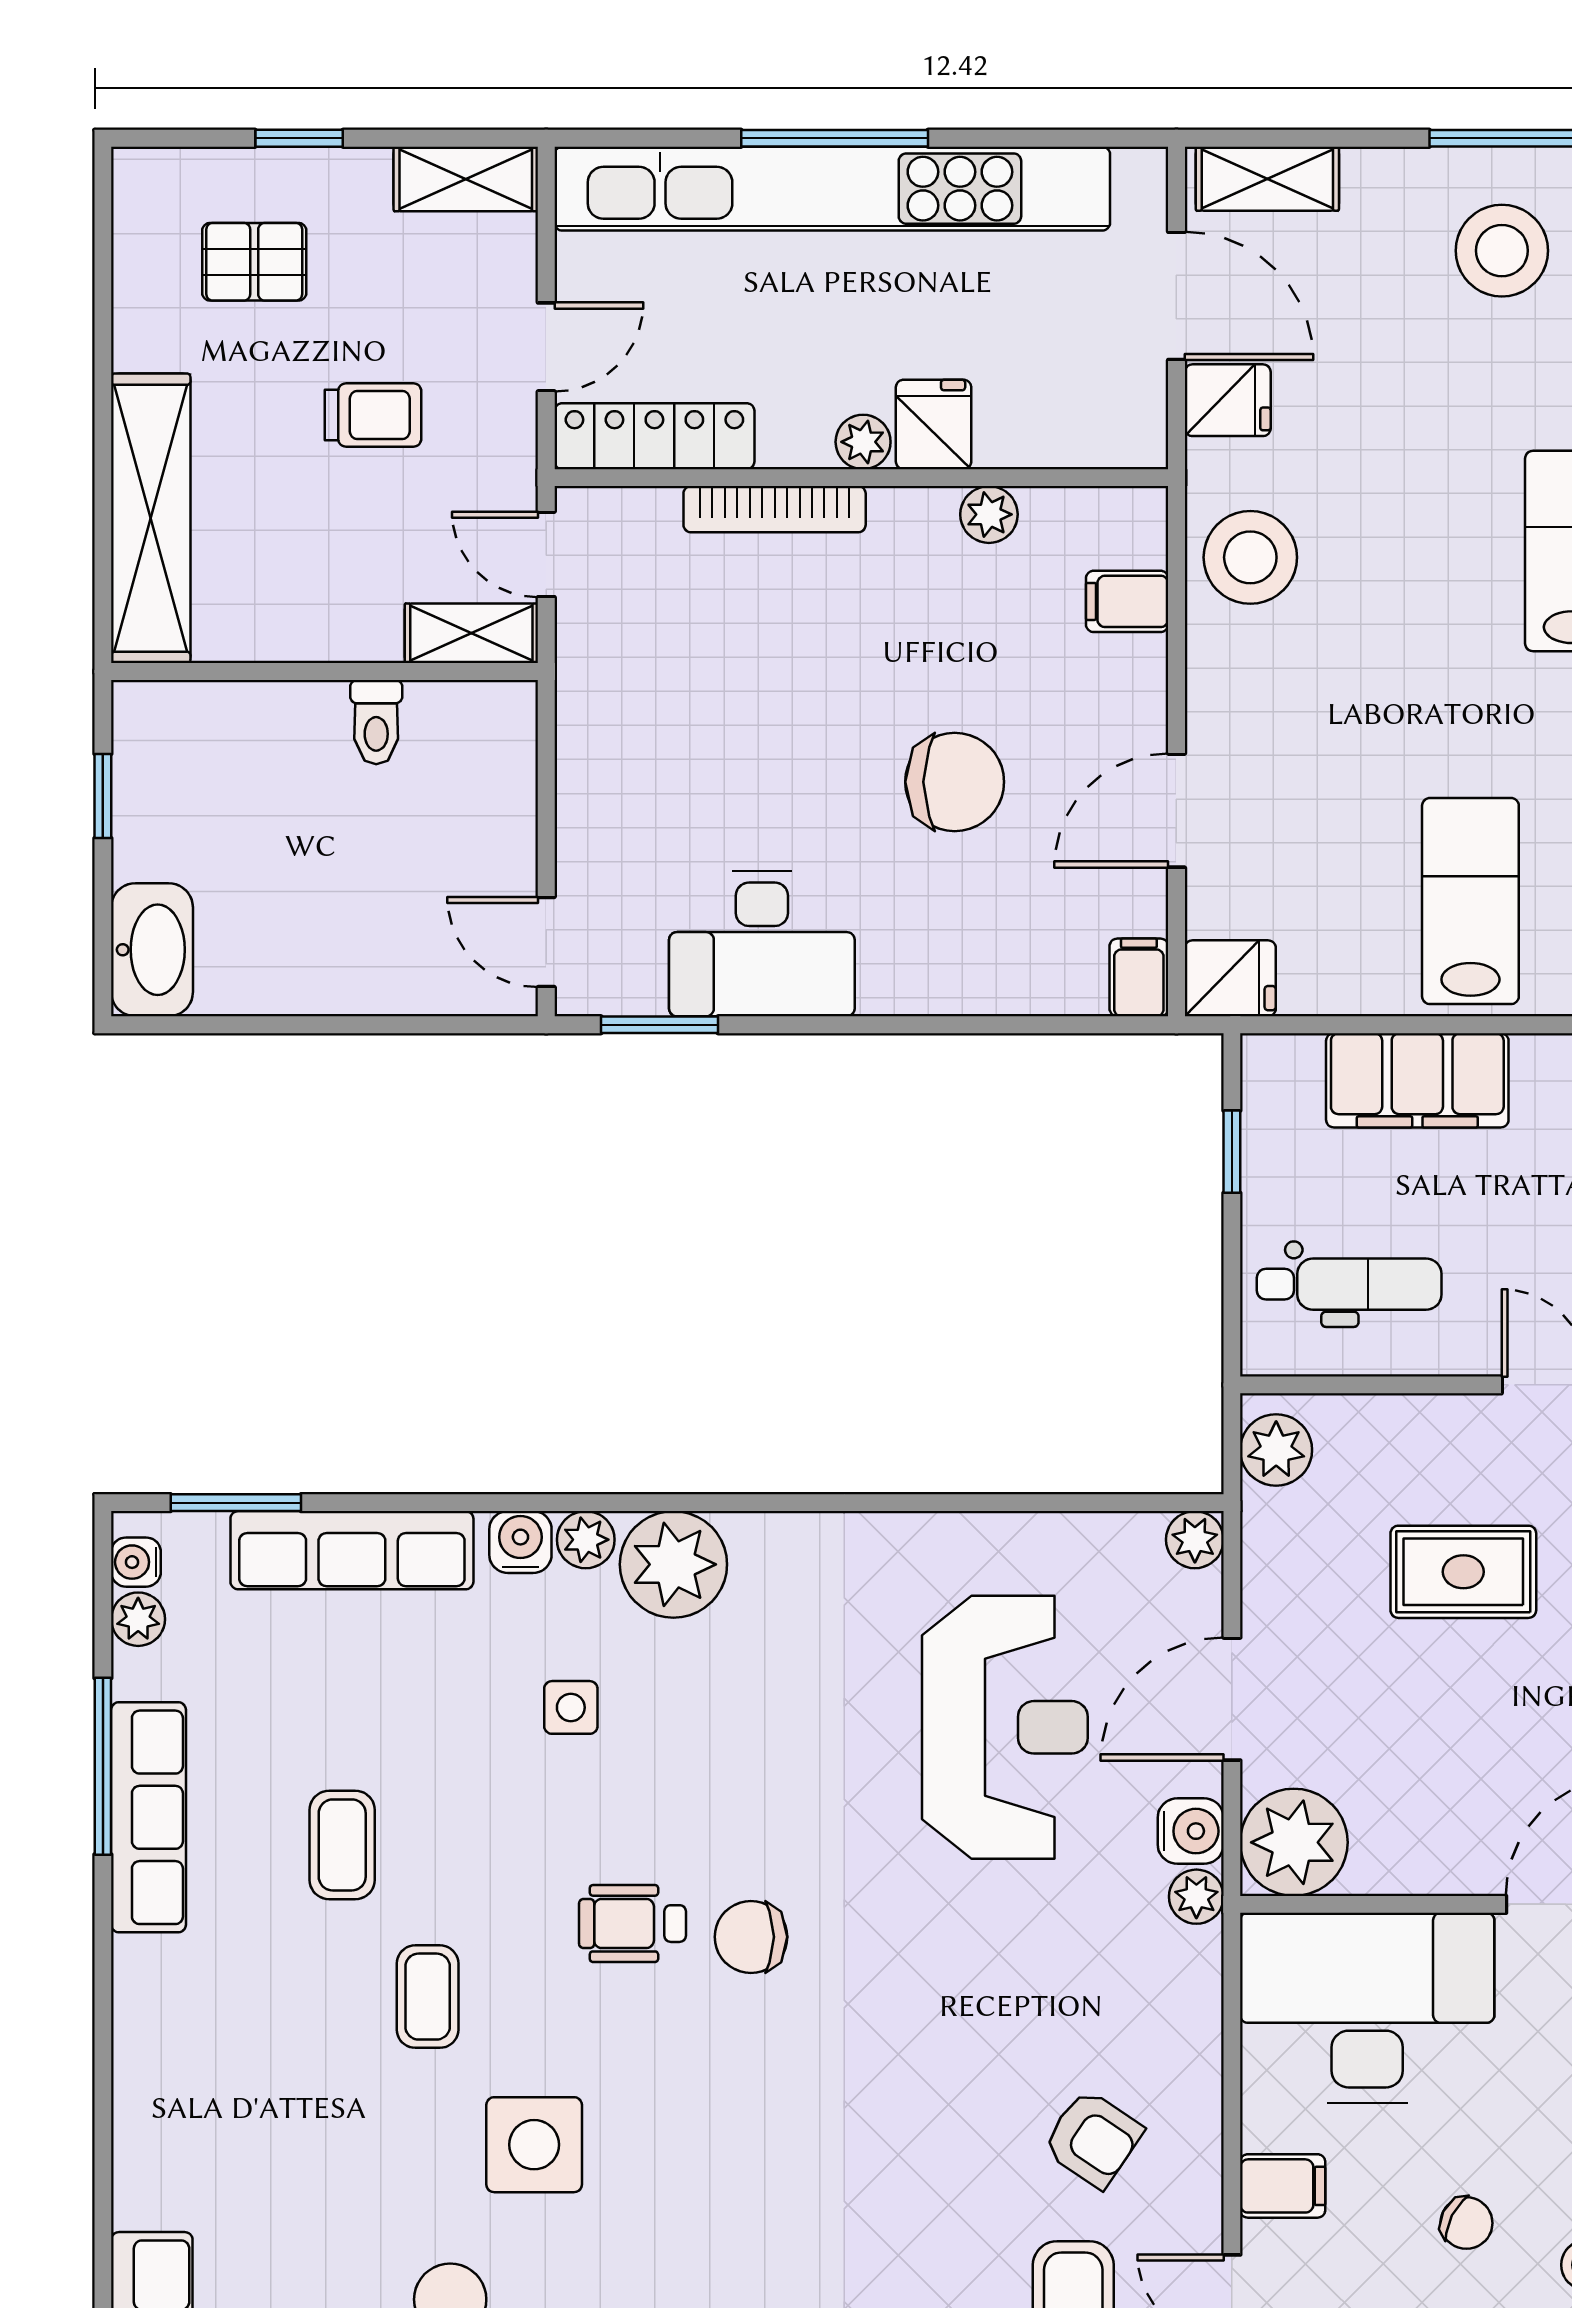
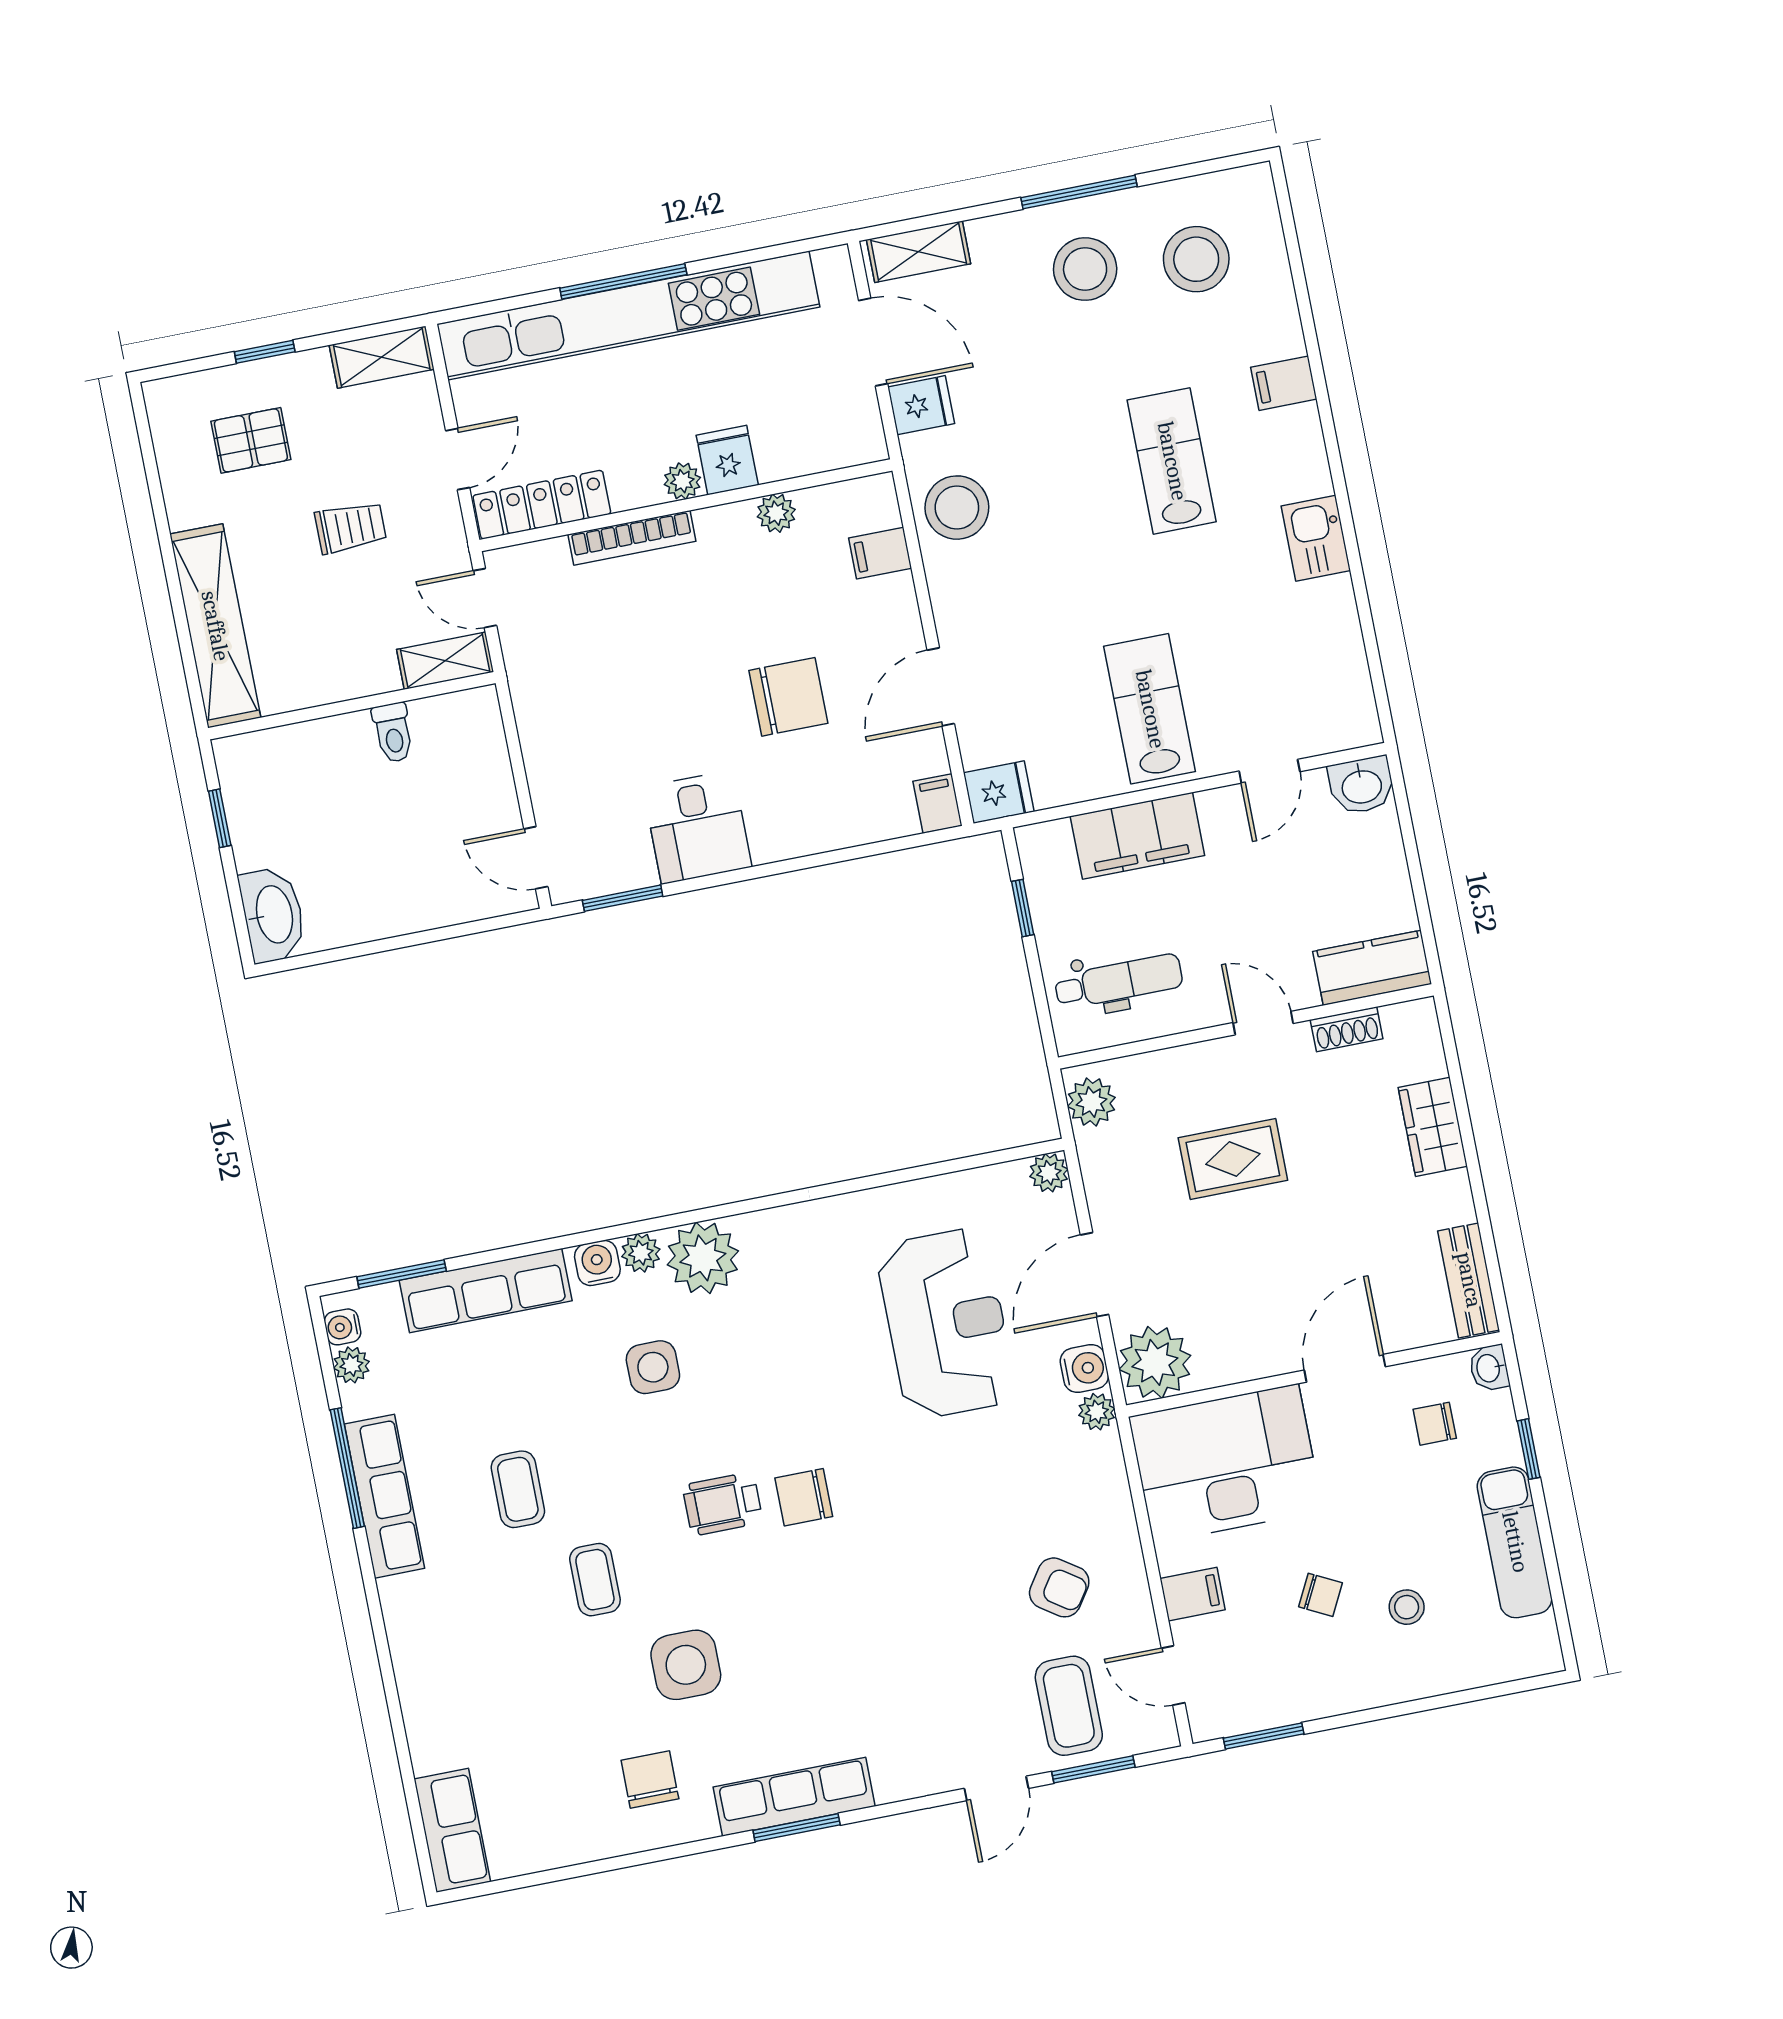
desk: (762, 944) -> (697, 827), width x0.73
side table: (571, 1707) -> (653, 1367), width x1.37, depth x1.37

